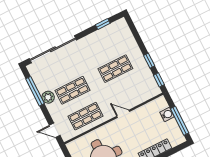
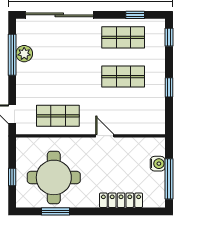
window: (159, 80) -> (169, 37), moved
shop shelf: (72, 90) -> (123, 37), moved
plant: (48, 97) -> (24, 54), moved

